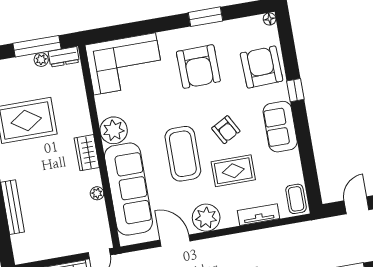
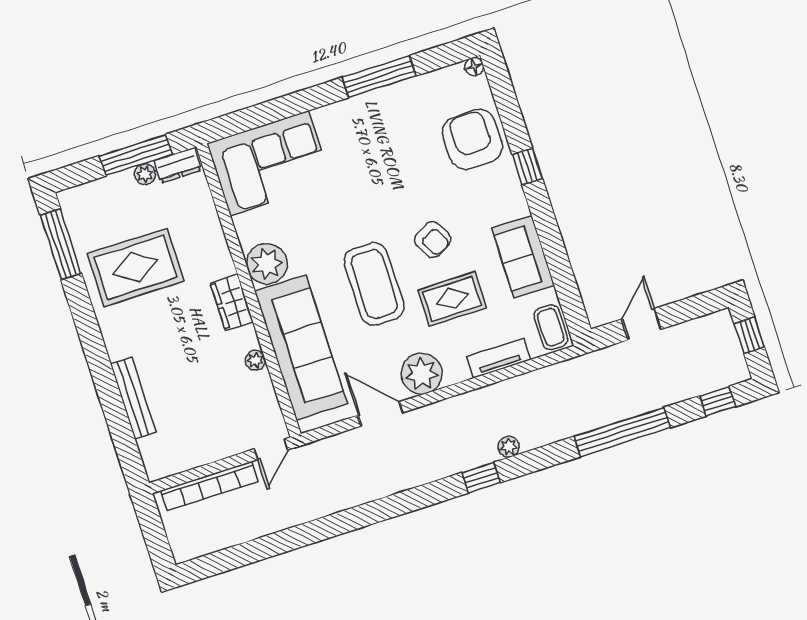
window: (206, 17) -> (379, 77), width x1.44
armchair: (198, 67) -> (379, 152), removed
sofa: (280, 127) -> (523, 257), moved

